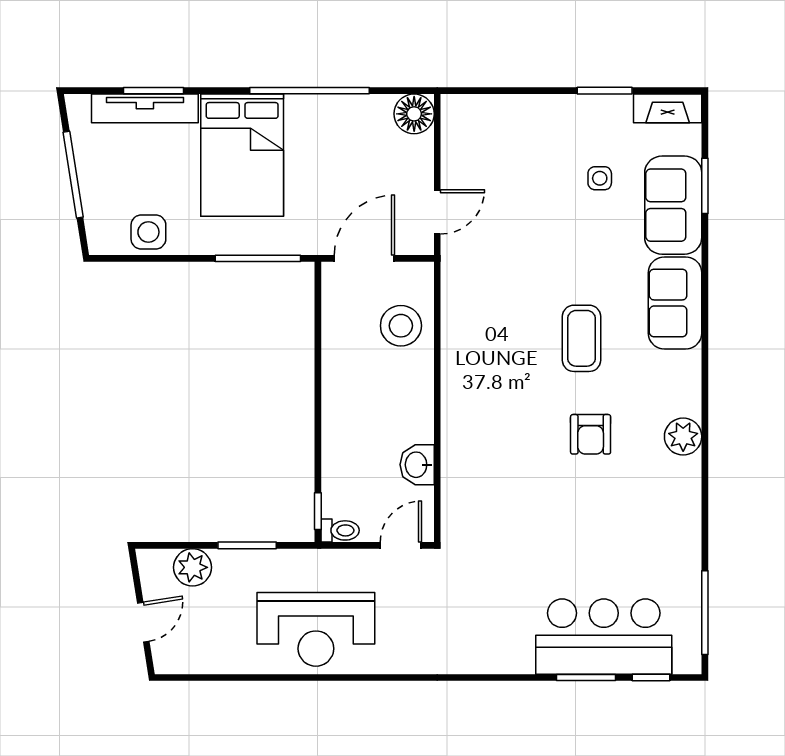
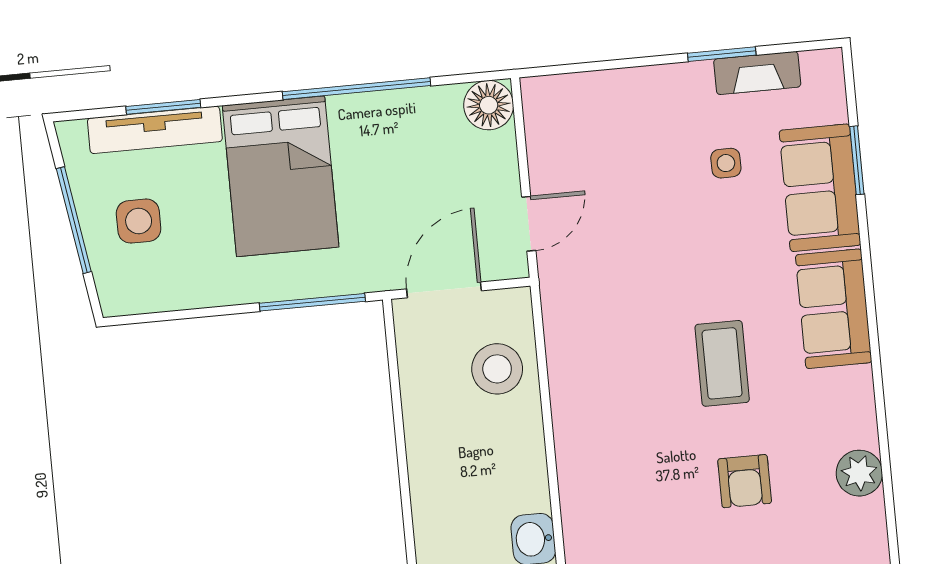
fireplace: (668, 108) -> (757, 73), moved
side table: (148, 232) -> (139, 221), moved

